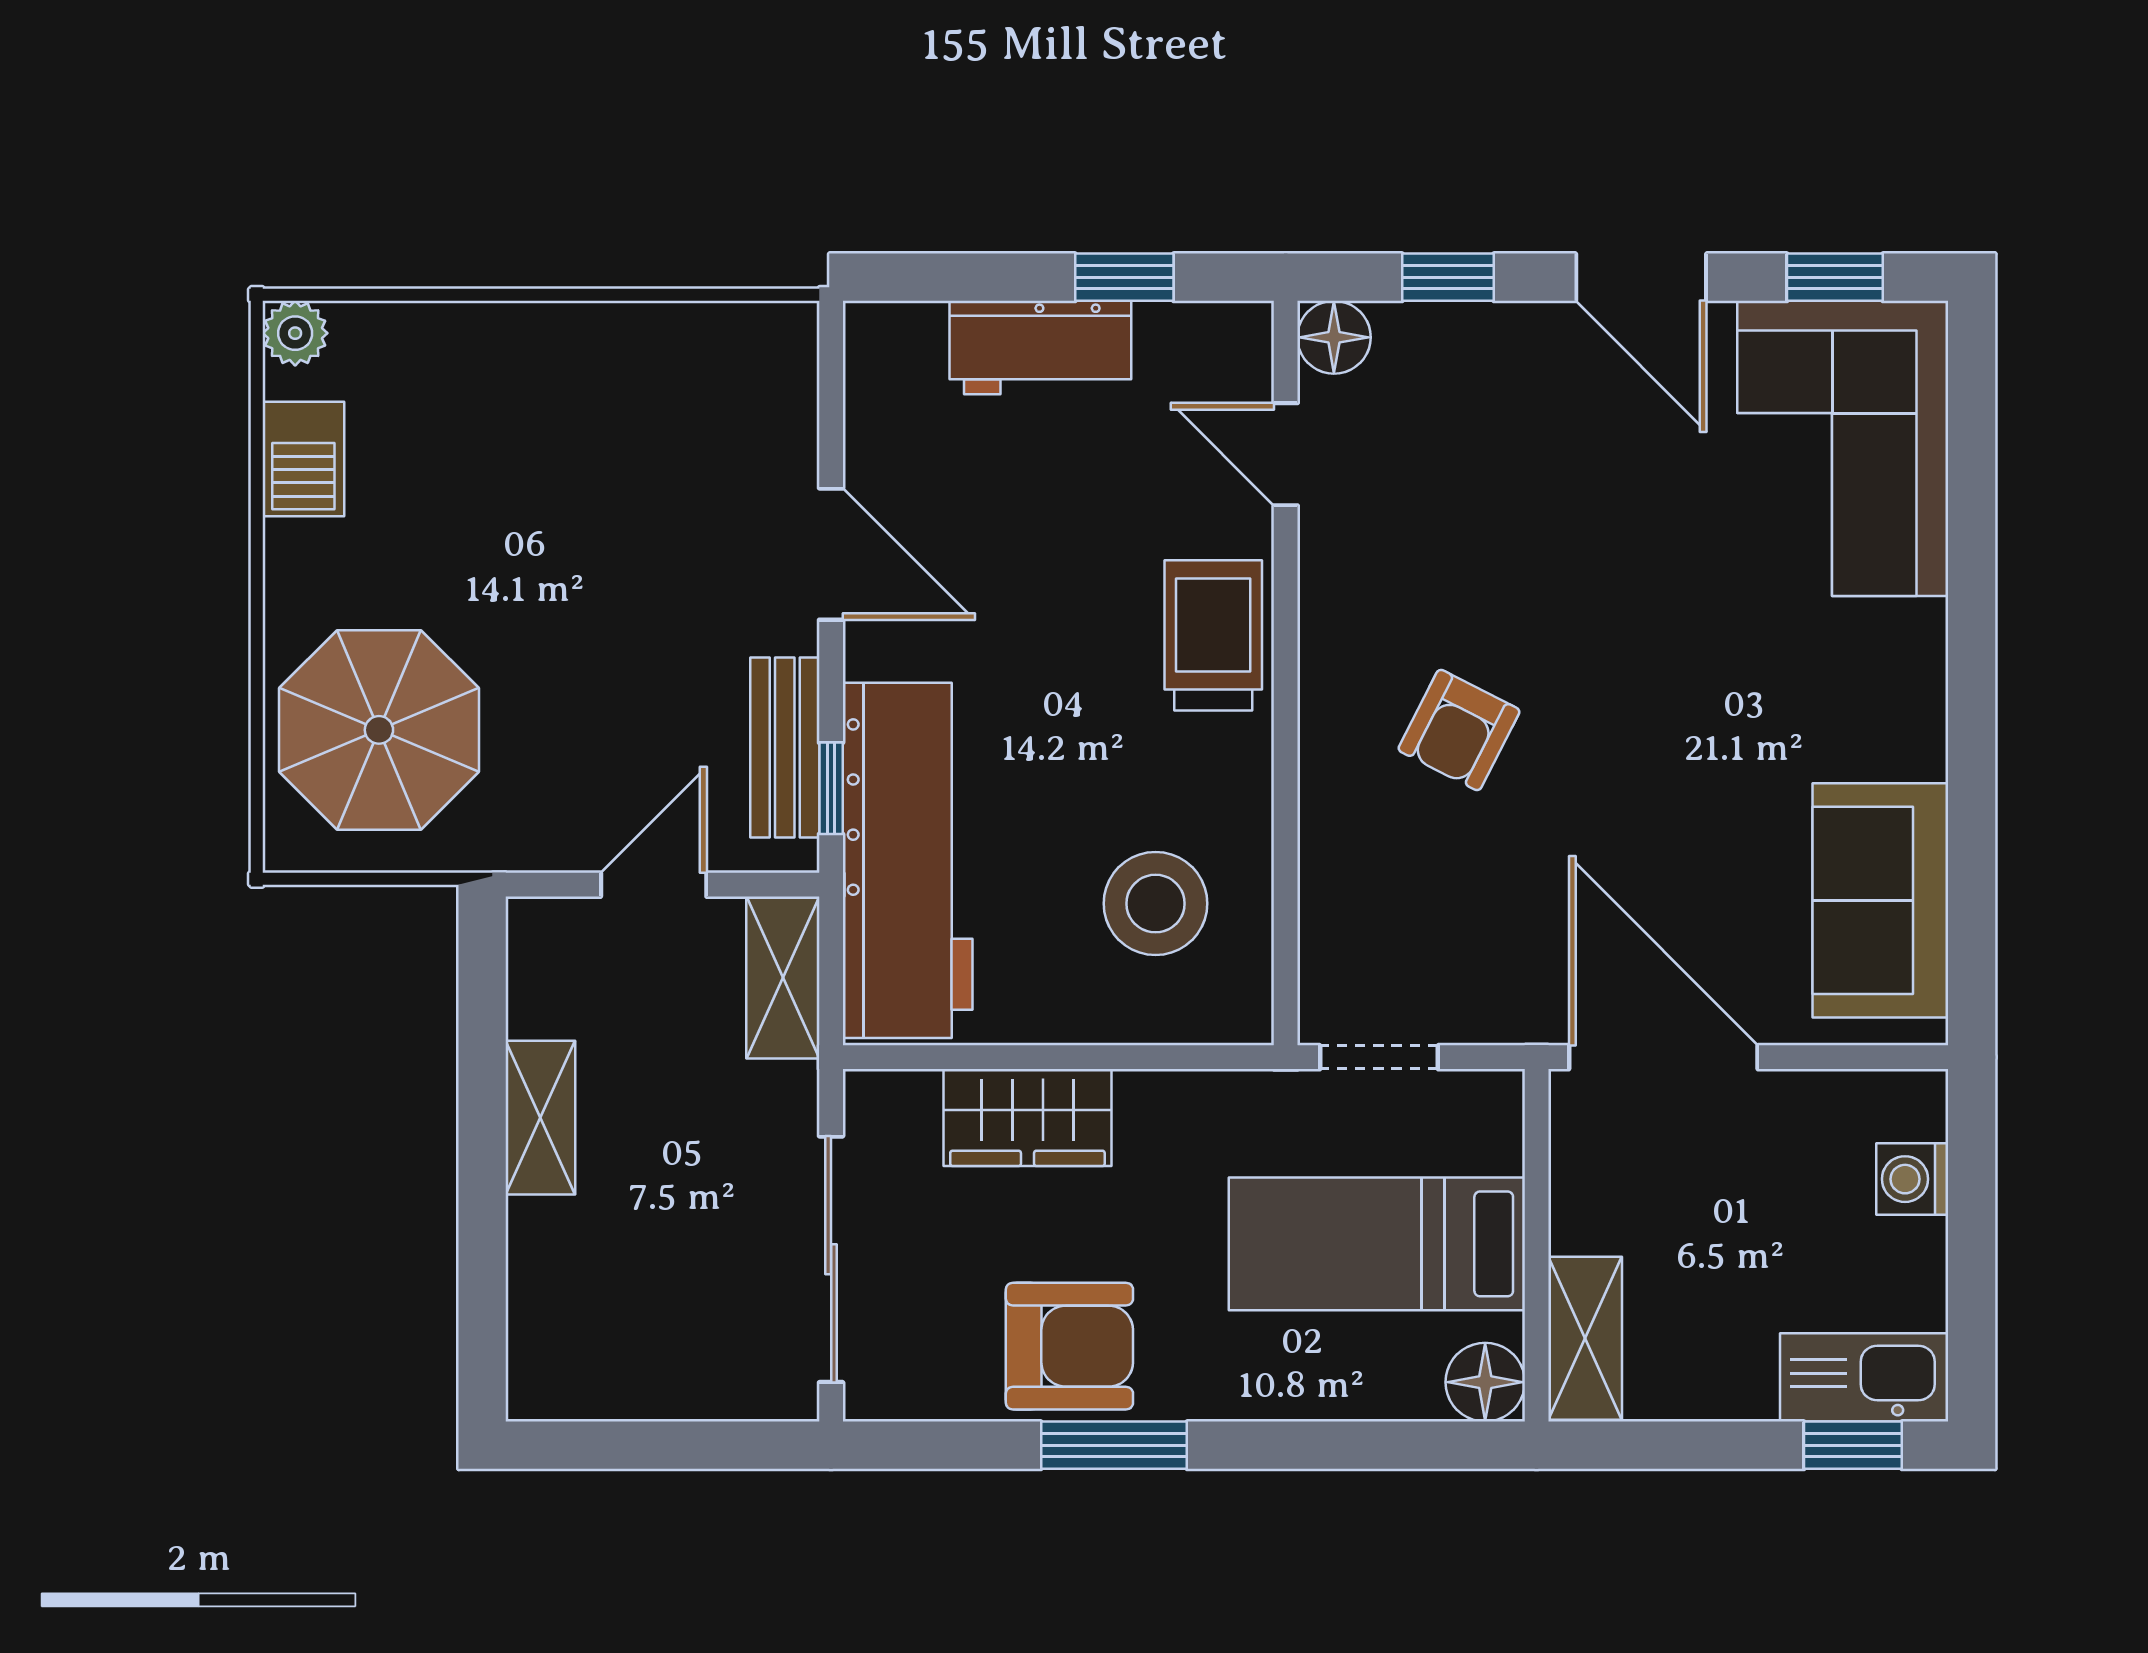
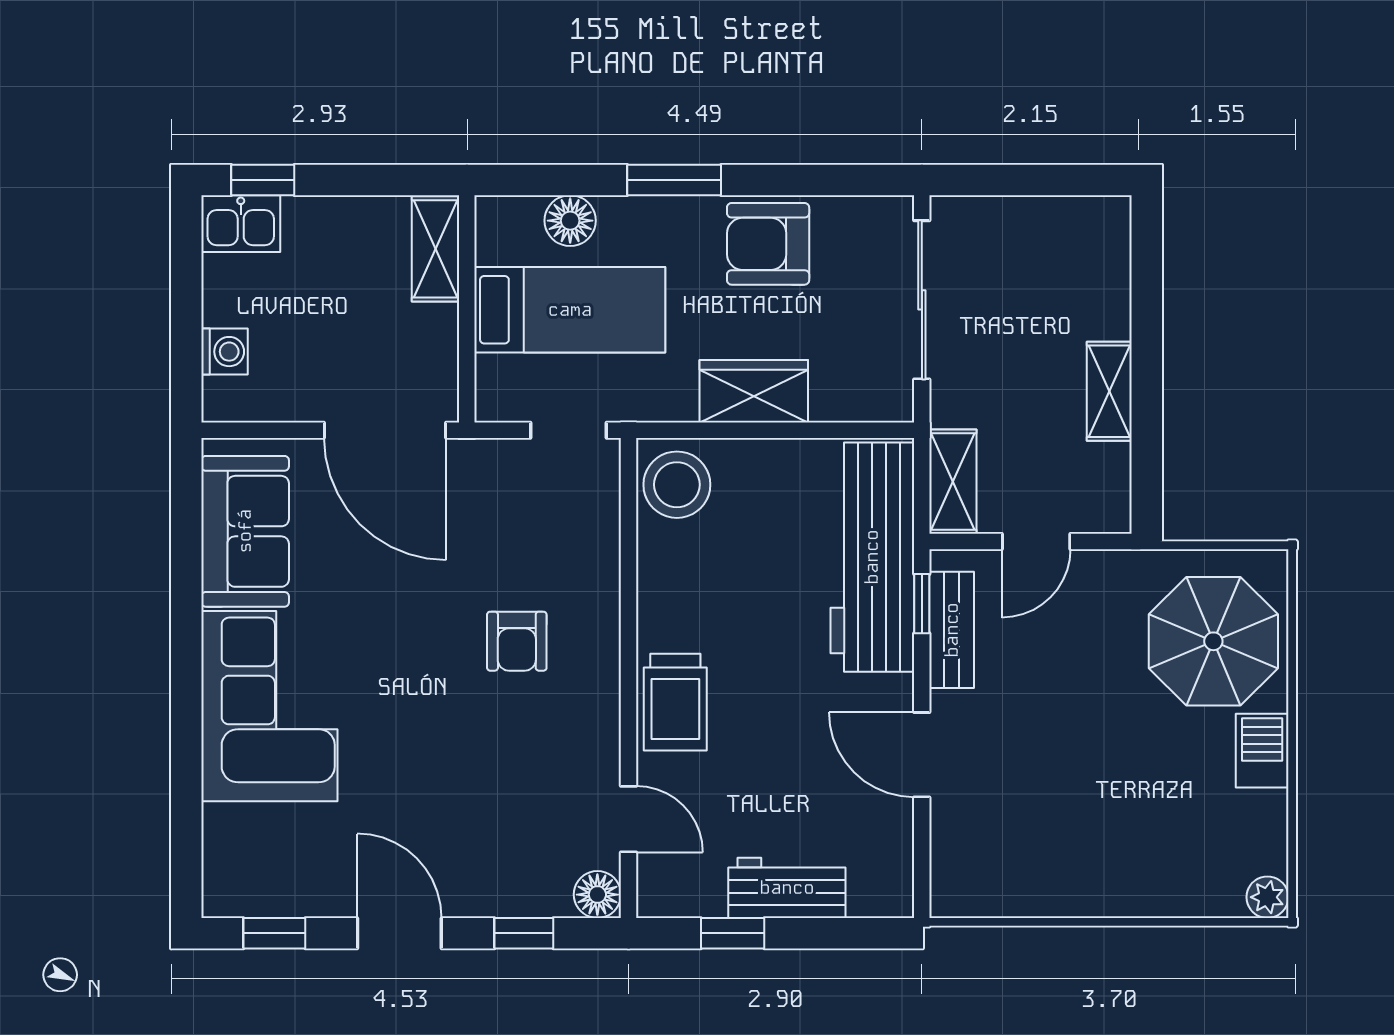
corner sofa: (1843, 448) -> (269, 706), moved
barbecue: (303, 459) -> (1262, 751), moved
armchair: (1459, 730) -> (517, 641), turned 153
stool: (1156, 904) -> (677, 485), moved
wardrobe: (1027, 1118) -> (754, 391), moved
kitchen sink: (1864, 1377) -> (241, 224), width x0.73
floor lamp: (1485, 1382) -> (570, 221), moved
window: (1114, 1445) -> (674, 180), moved

